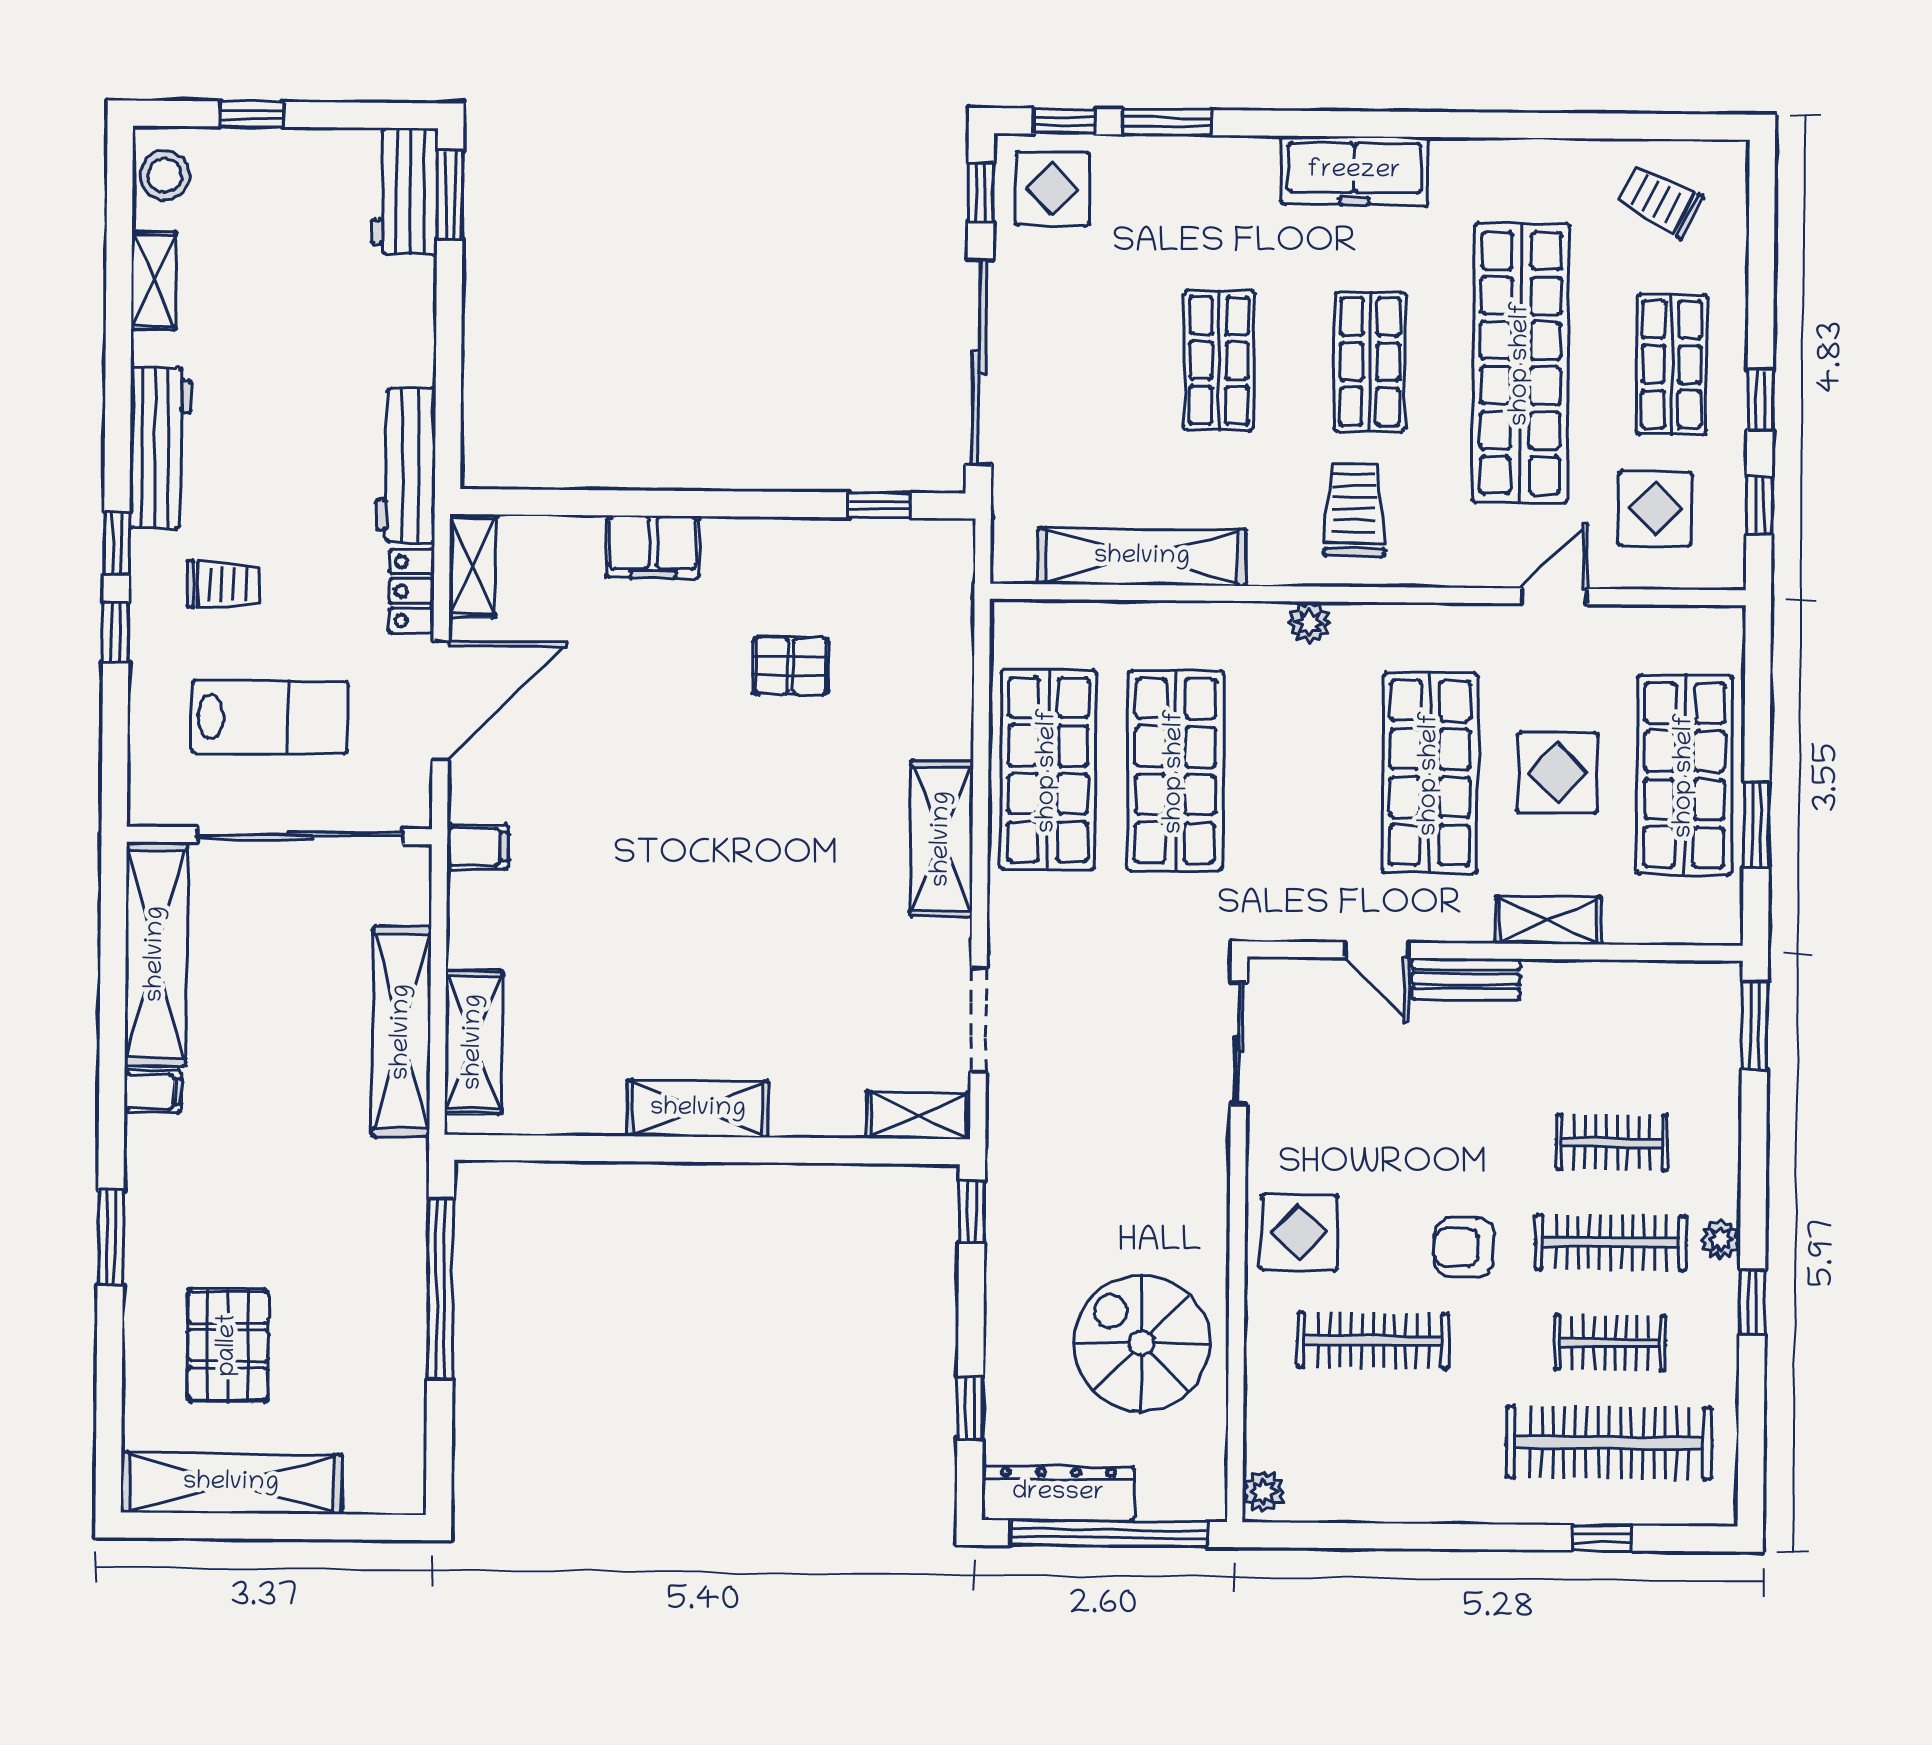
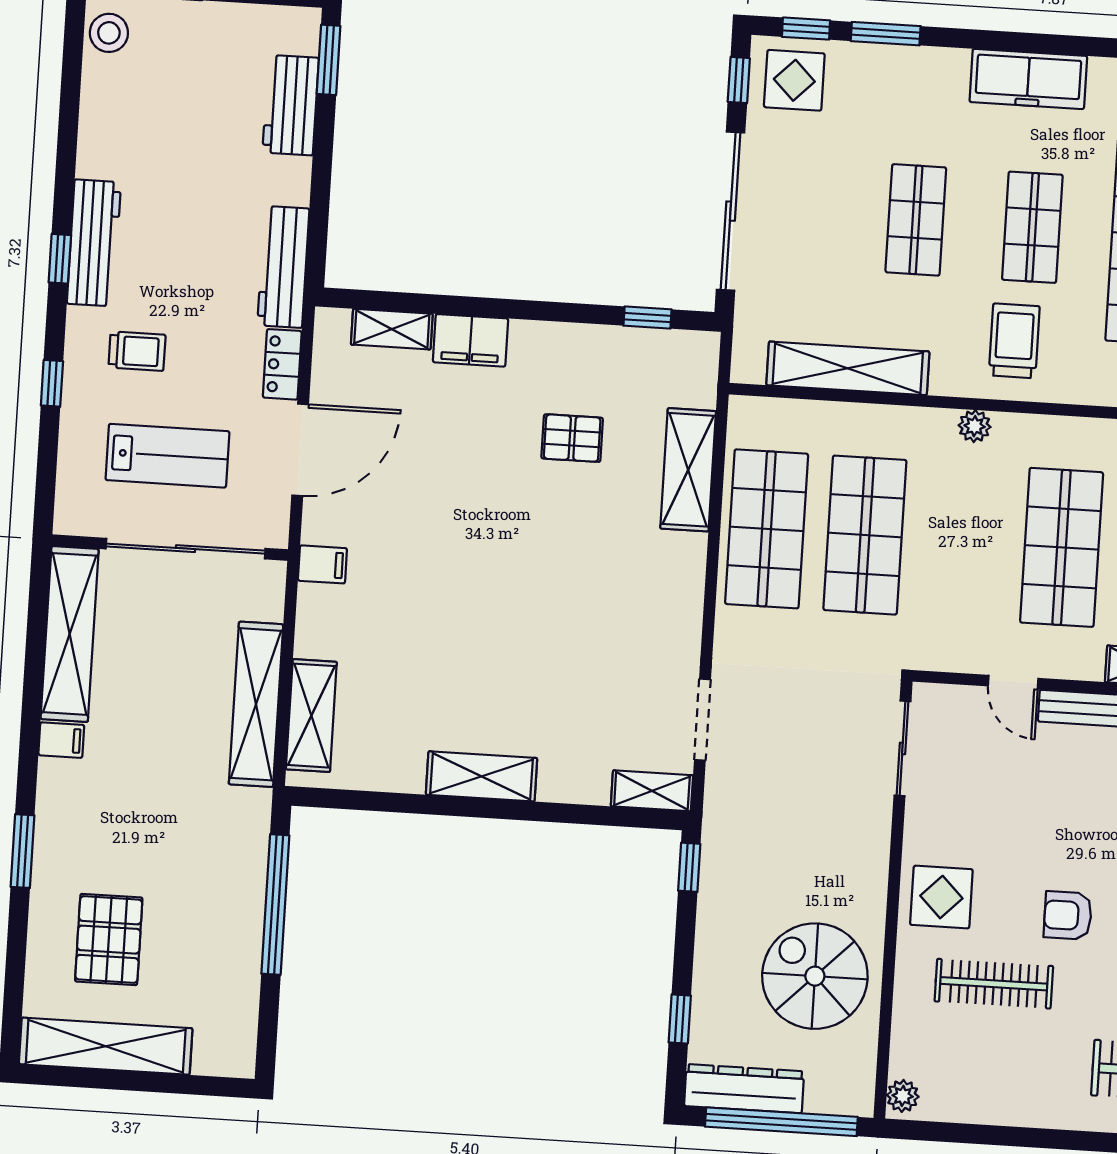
workbench: (405, 191) -> (291, 105), moved
shelving: (154, 280) -> (96, 114), removed
window: (117, 543) -> (60, 259), moved
shelving: (473, 566) -> (392, 329), moved, turned 90
shelving: (942, 839) -> (688, 470), moved

